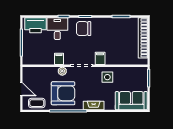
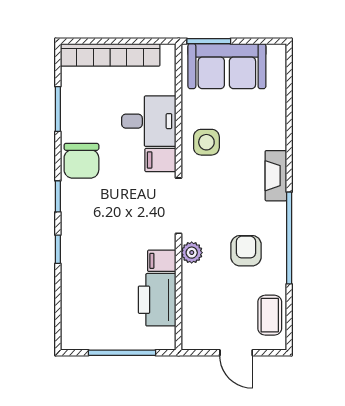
printer: (36, 25) -> (157, 300), moved, turned 180
desk: (57, 29) -> (149, 121), moved, turned 180
chair: (84, 29) -> (81, 161), moved
door: (21, 89) -> (236, 353), swing flipped
armchair: (63, 93) -> (246, 251), width x0.53, depth x0.53
sofa: (131, 101) -> (227, 66), moved, turned -90

